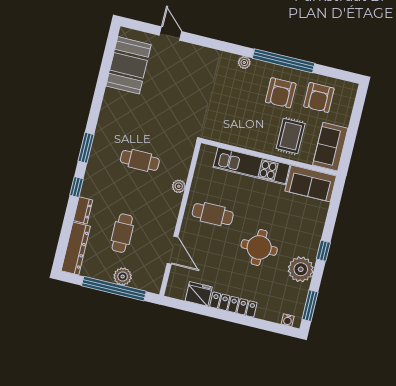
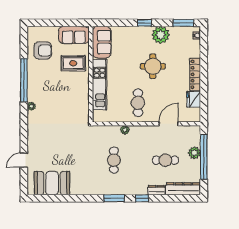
armchair: (281, 93) -> (46, 77), removed

